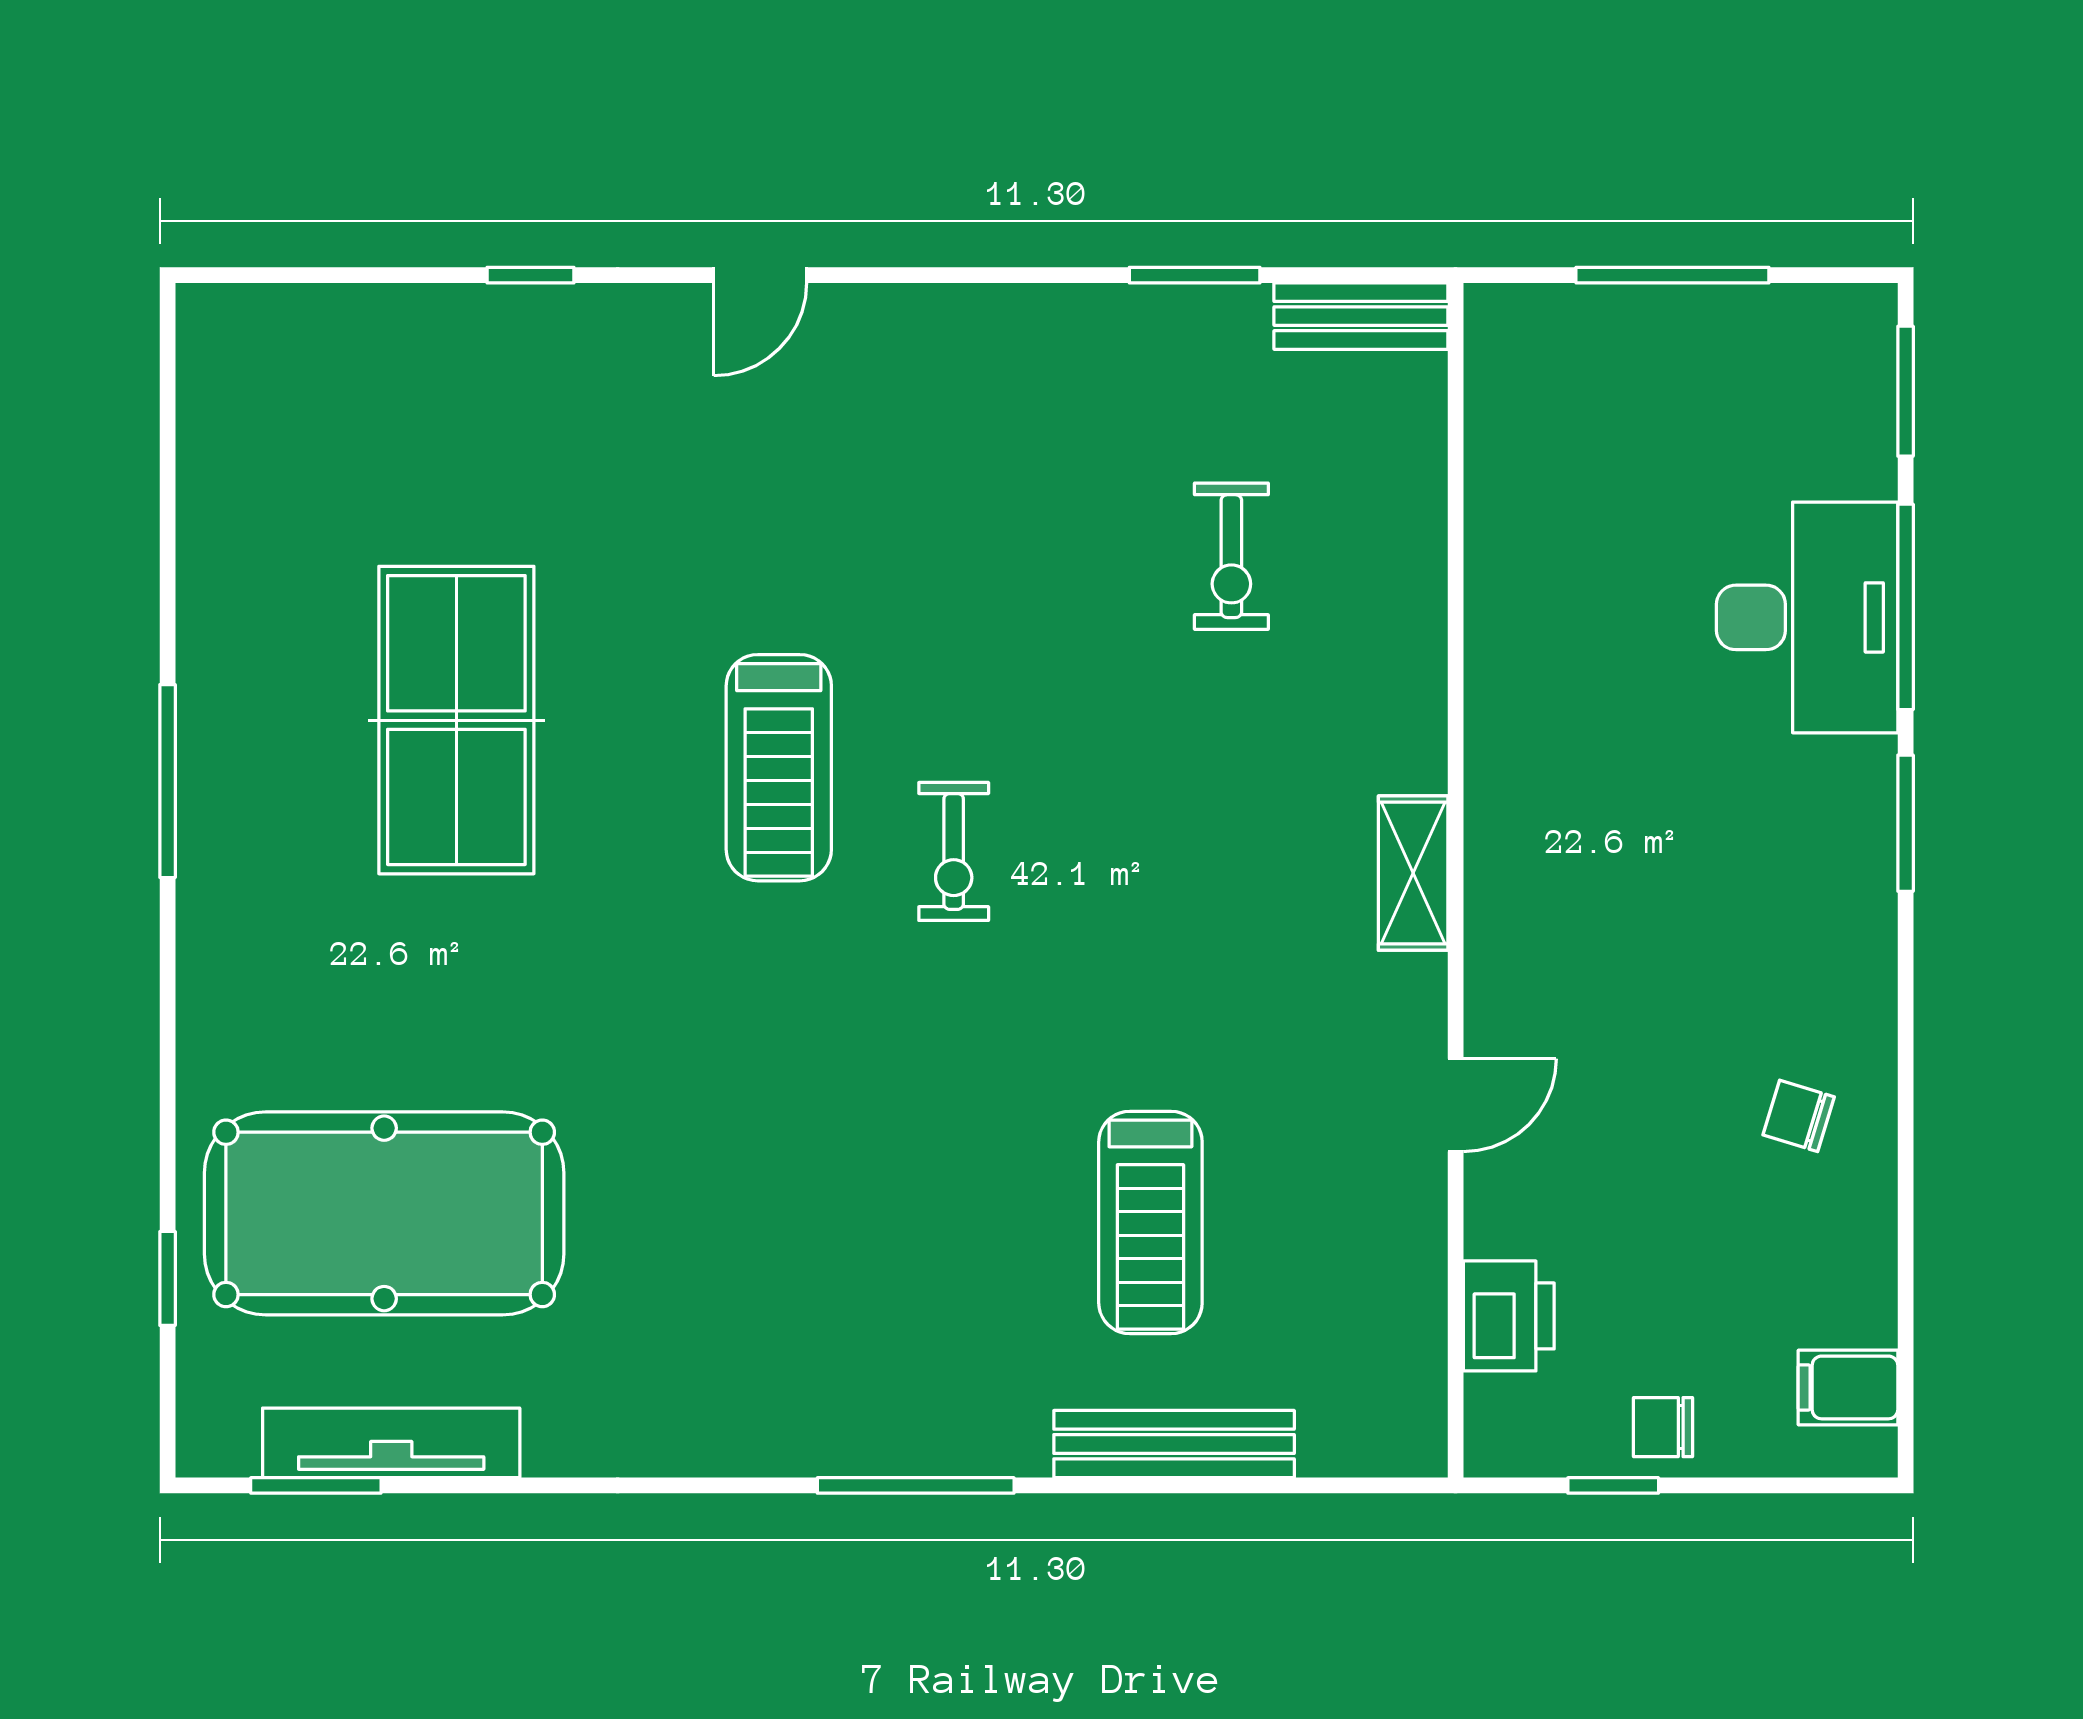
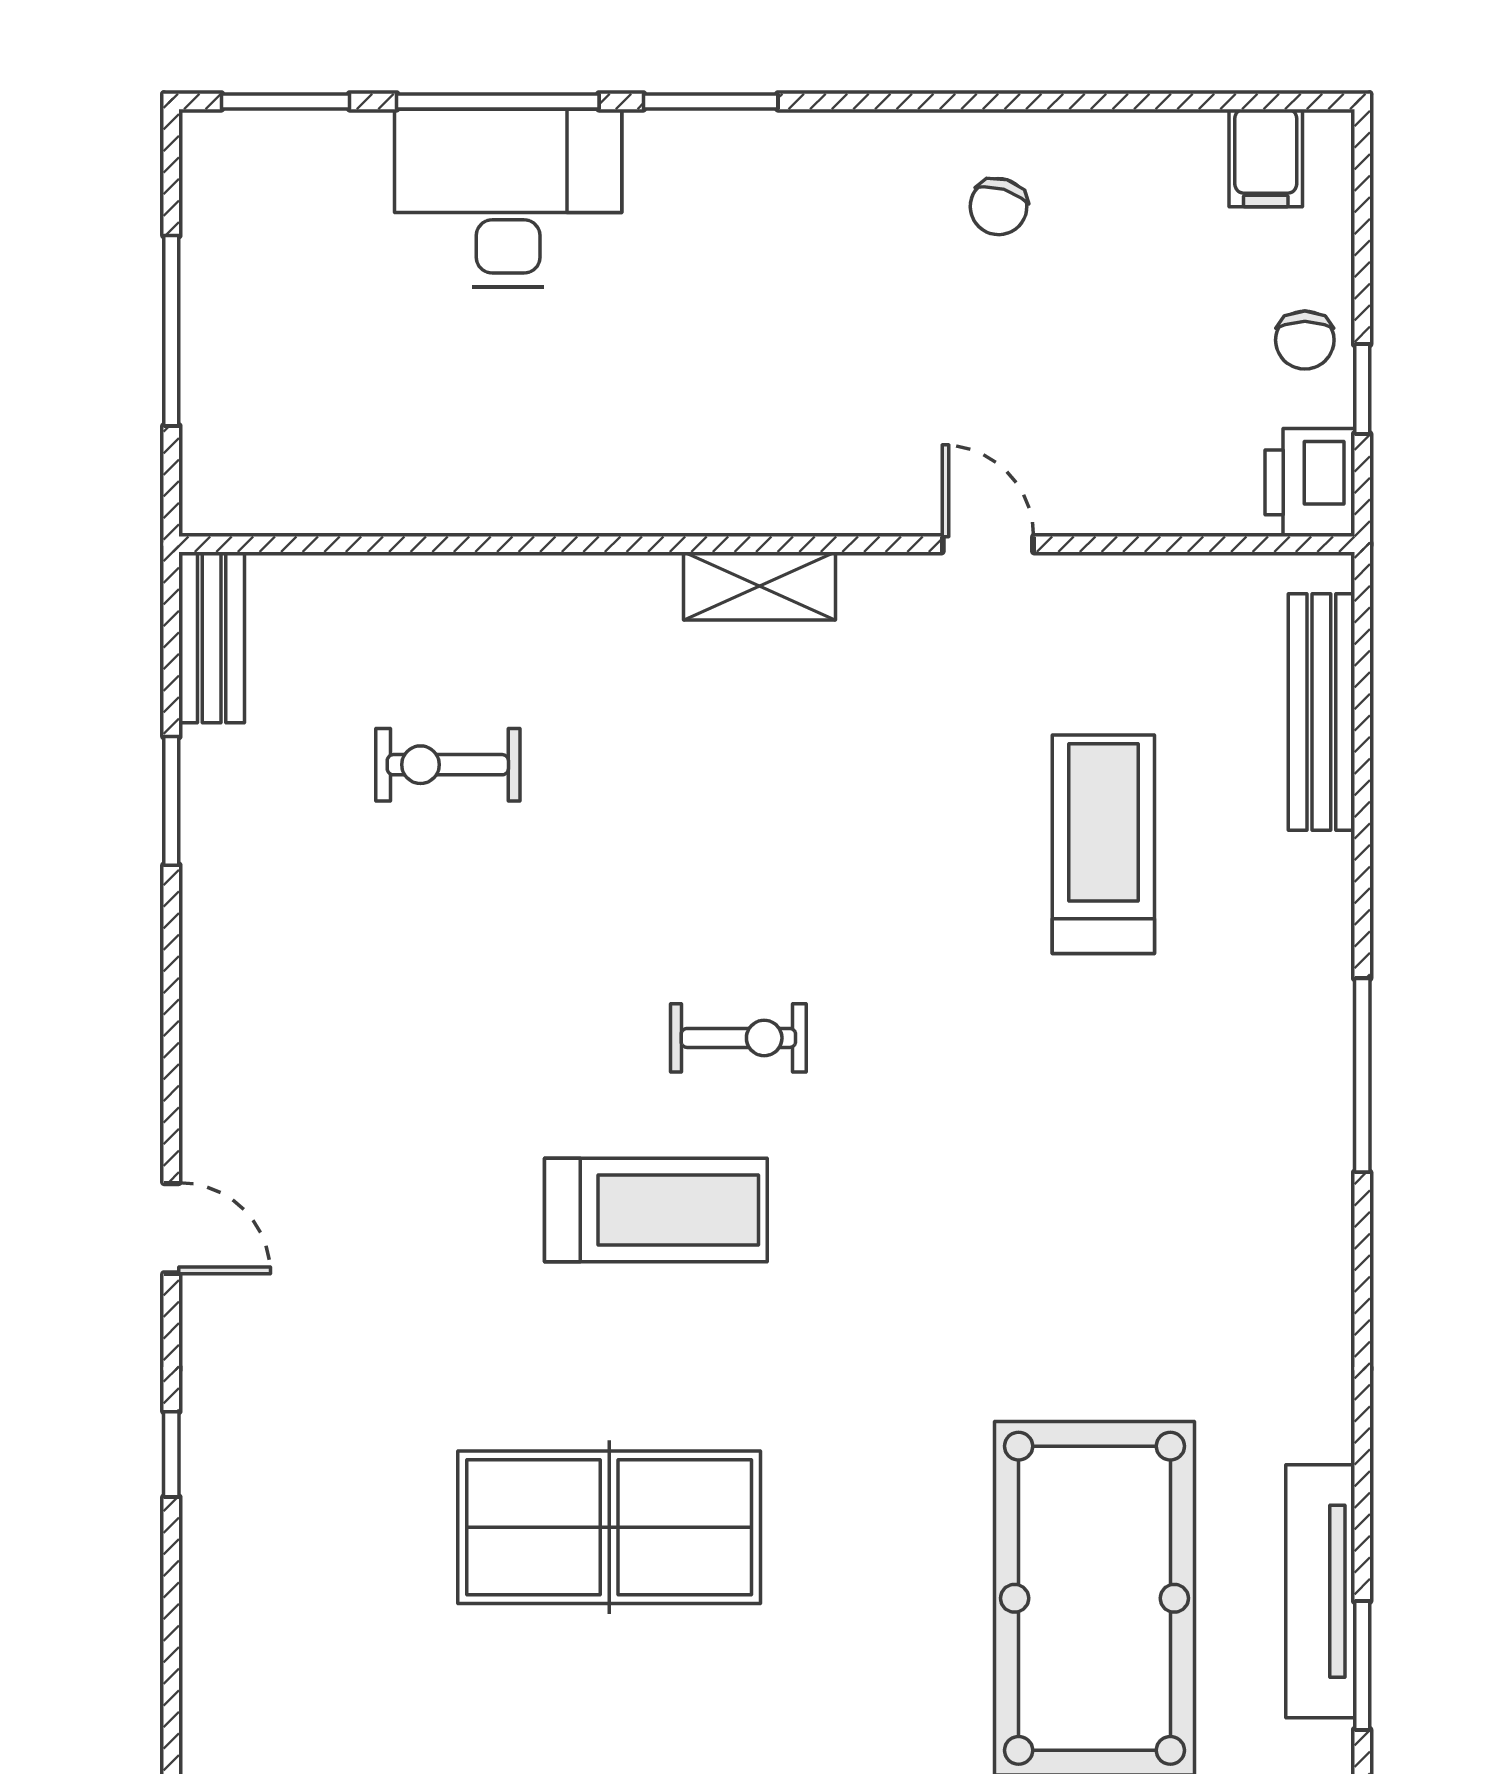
exercise bike: (1231, 556) -> (448, 765), turned 180
treadmill: (1150, 1222) -> (1103, 844), turned -90
printer: (1509, 1316) -> (1310, 482), moved, turned -90
bench: (1174, 1444) -> (1321, 712), moved

